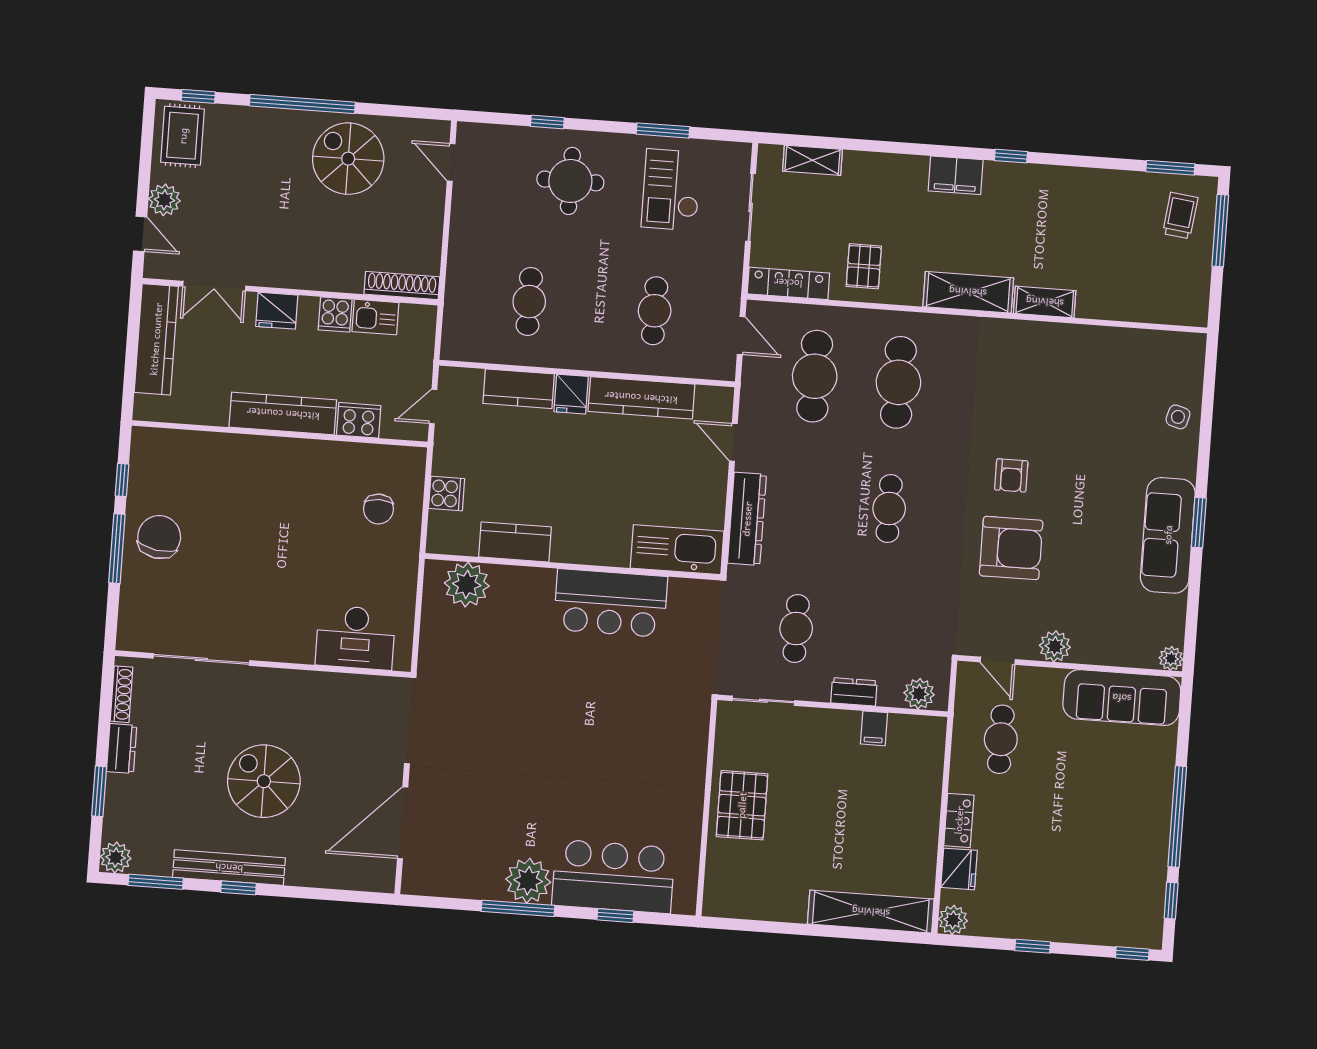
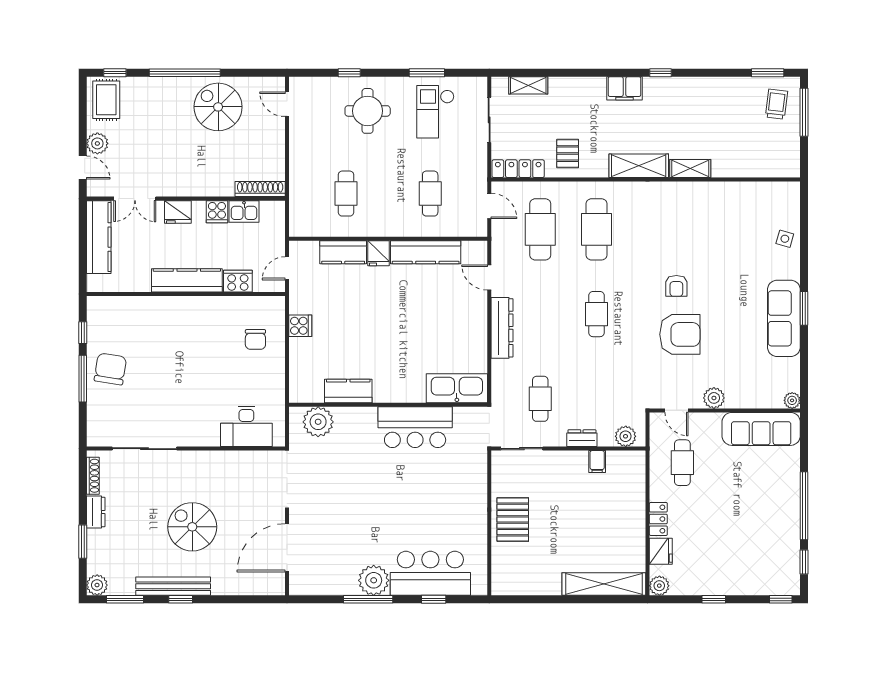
kitchen counter: (515, 542) -> (348, 391), moved
kitchen sink: (677, 550) -> (457, 388), moved
wall: (573, 567) -> (388, 405), moved
plant: (467, 584) -> (318, 422), moved
bar counter: (611, 603) -> (415, 427), moved

